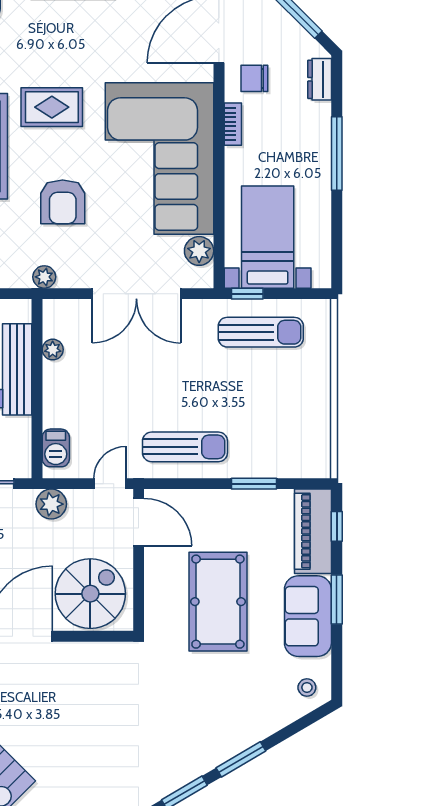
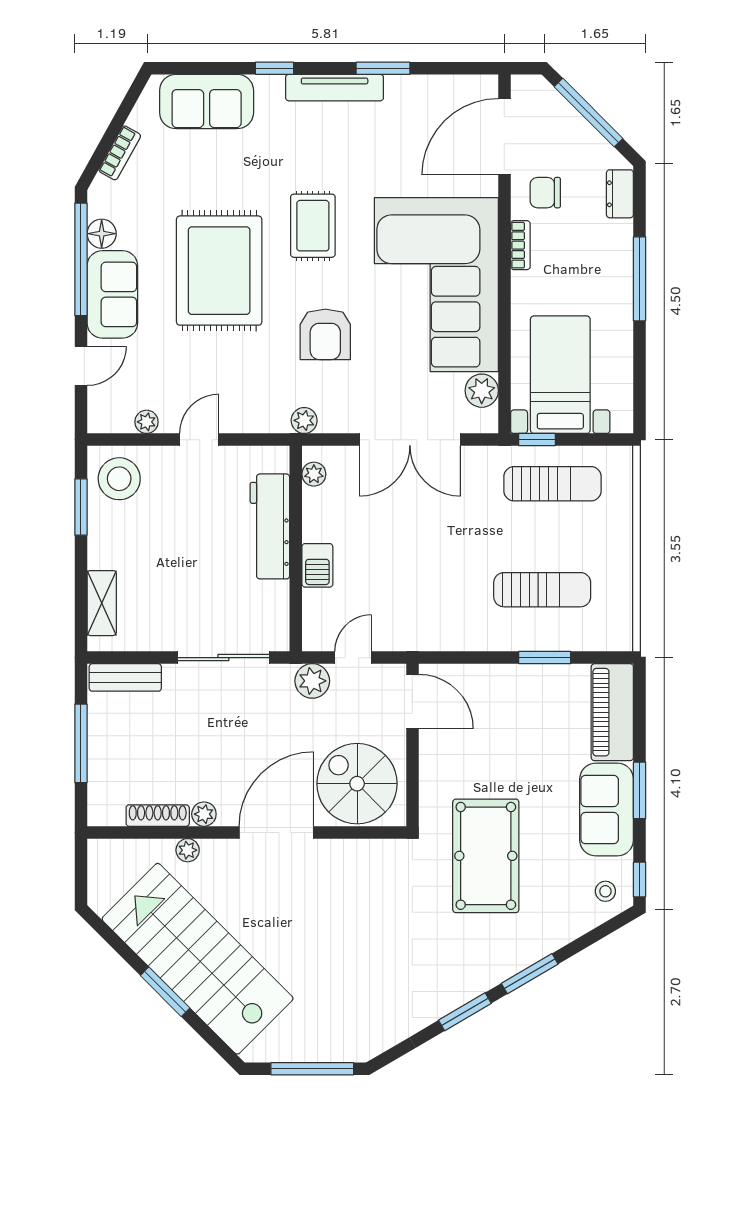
rug: (52, 107) -> (313, 226), turned 90
plant: (53, 350) -> (314, 474), moved
sun lounger: (185, 447) -> (542, 590), moved
barbecue: (56, 448) -> (317, 565), moved
door: (110, 484) -> (353, 658), moved
window: (337, 526) -> (640, 879), moved
spiral stairs: (90, 594) -> (357, 784), turned -90
pool table: (218, 602) -> (486, 856), moved

